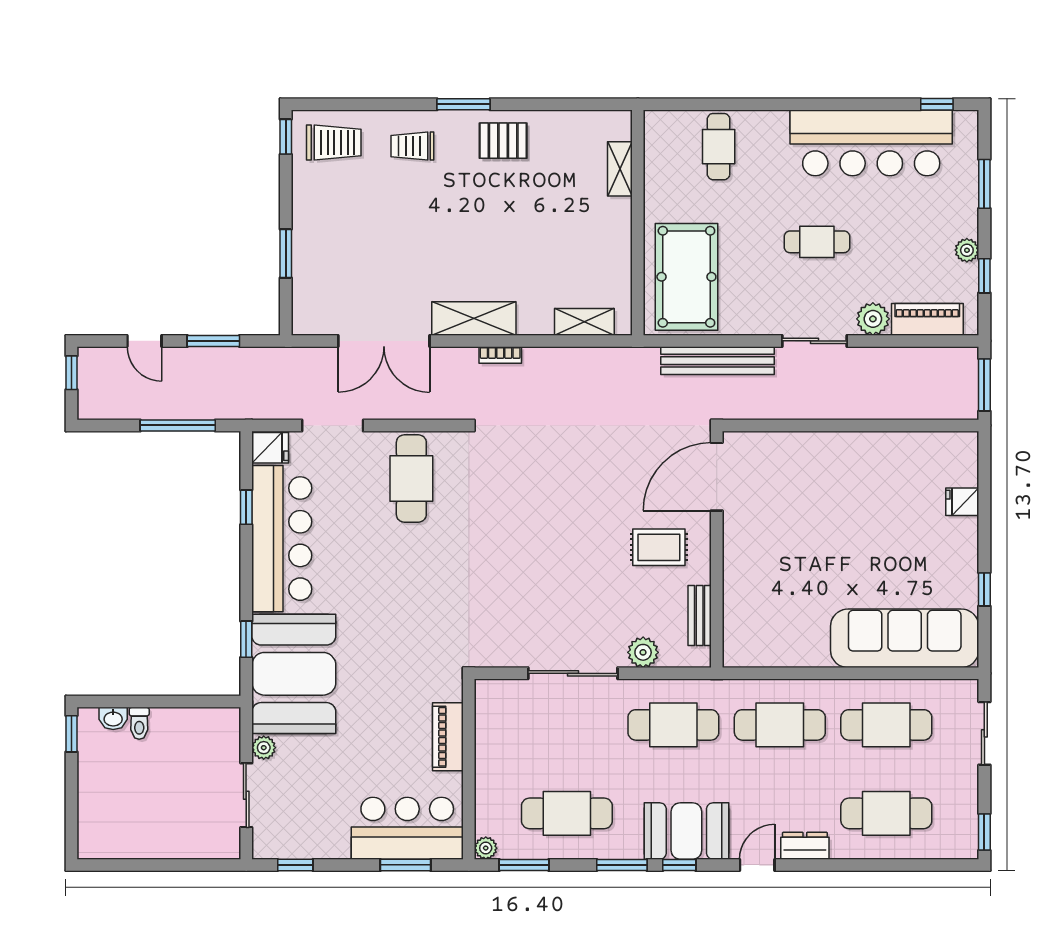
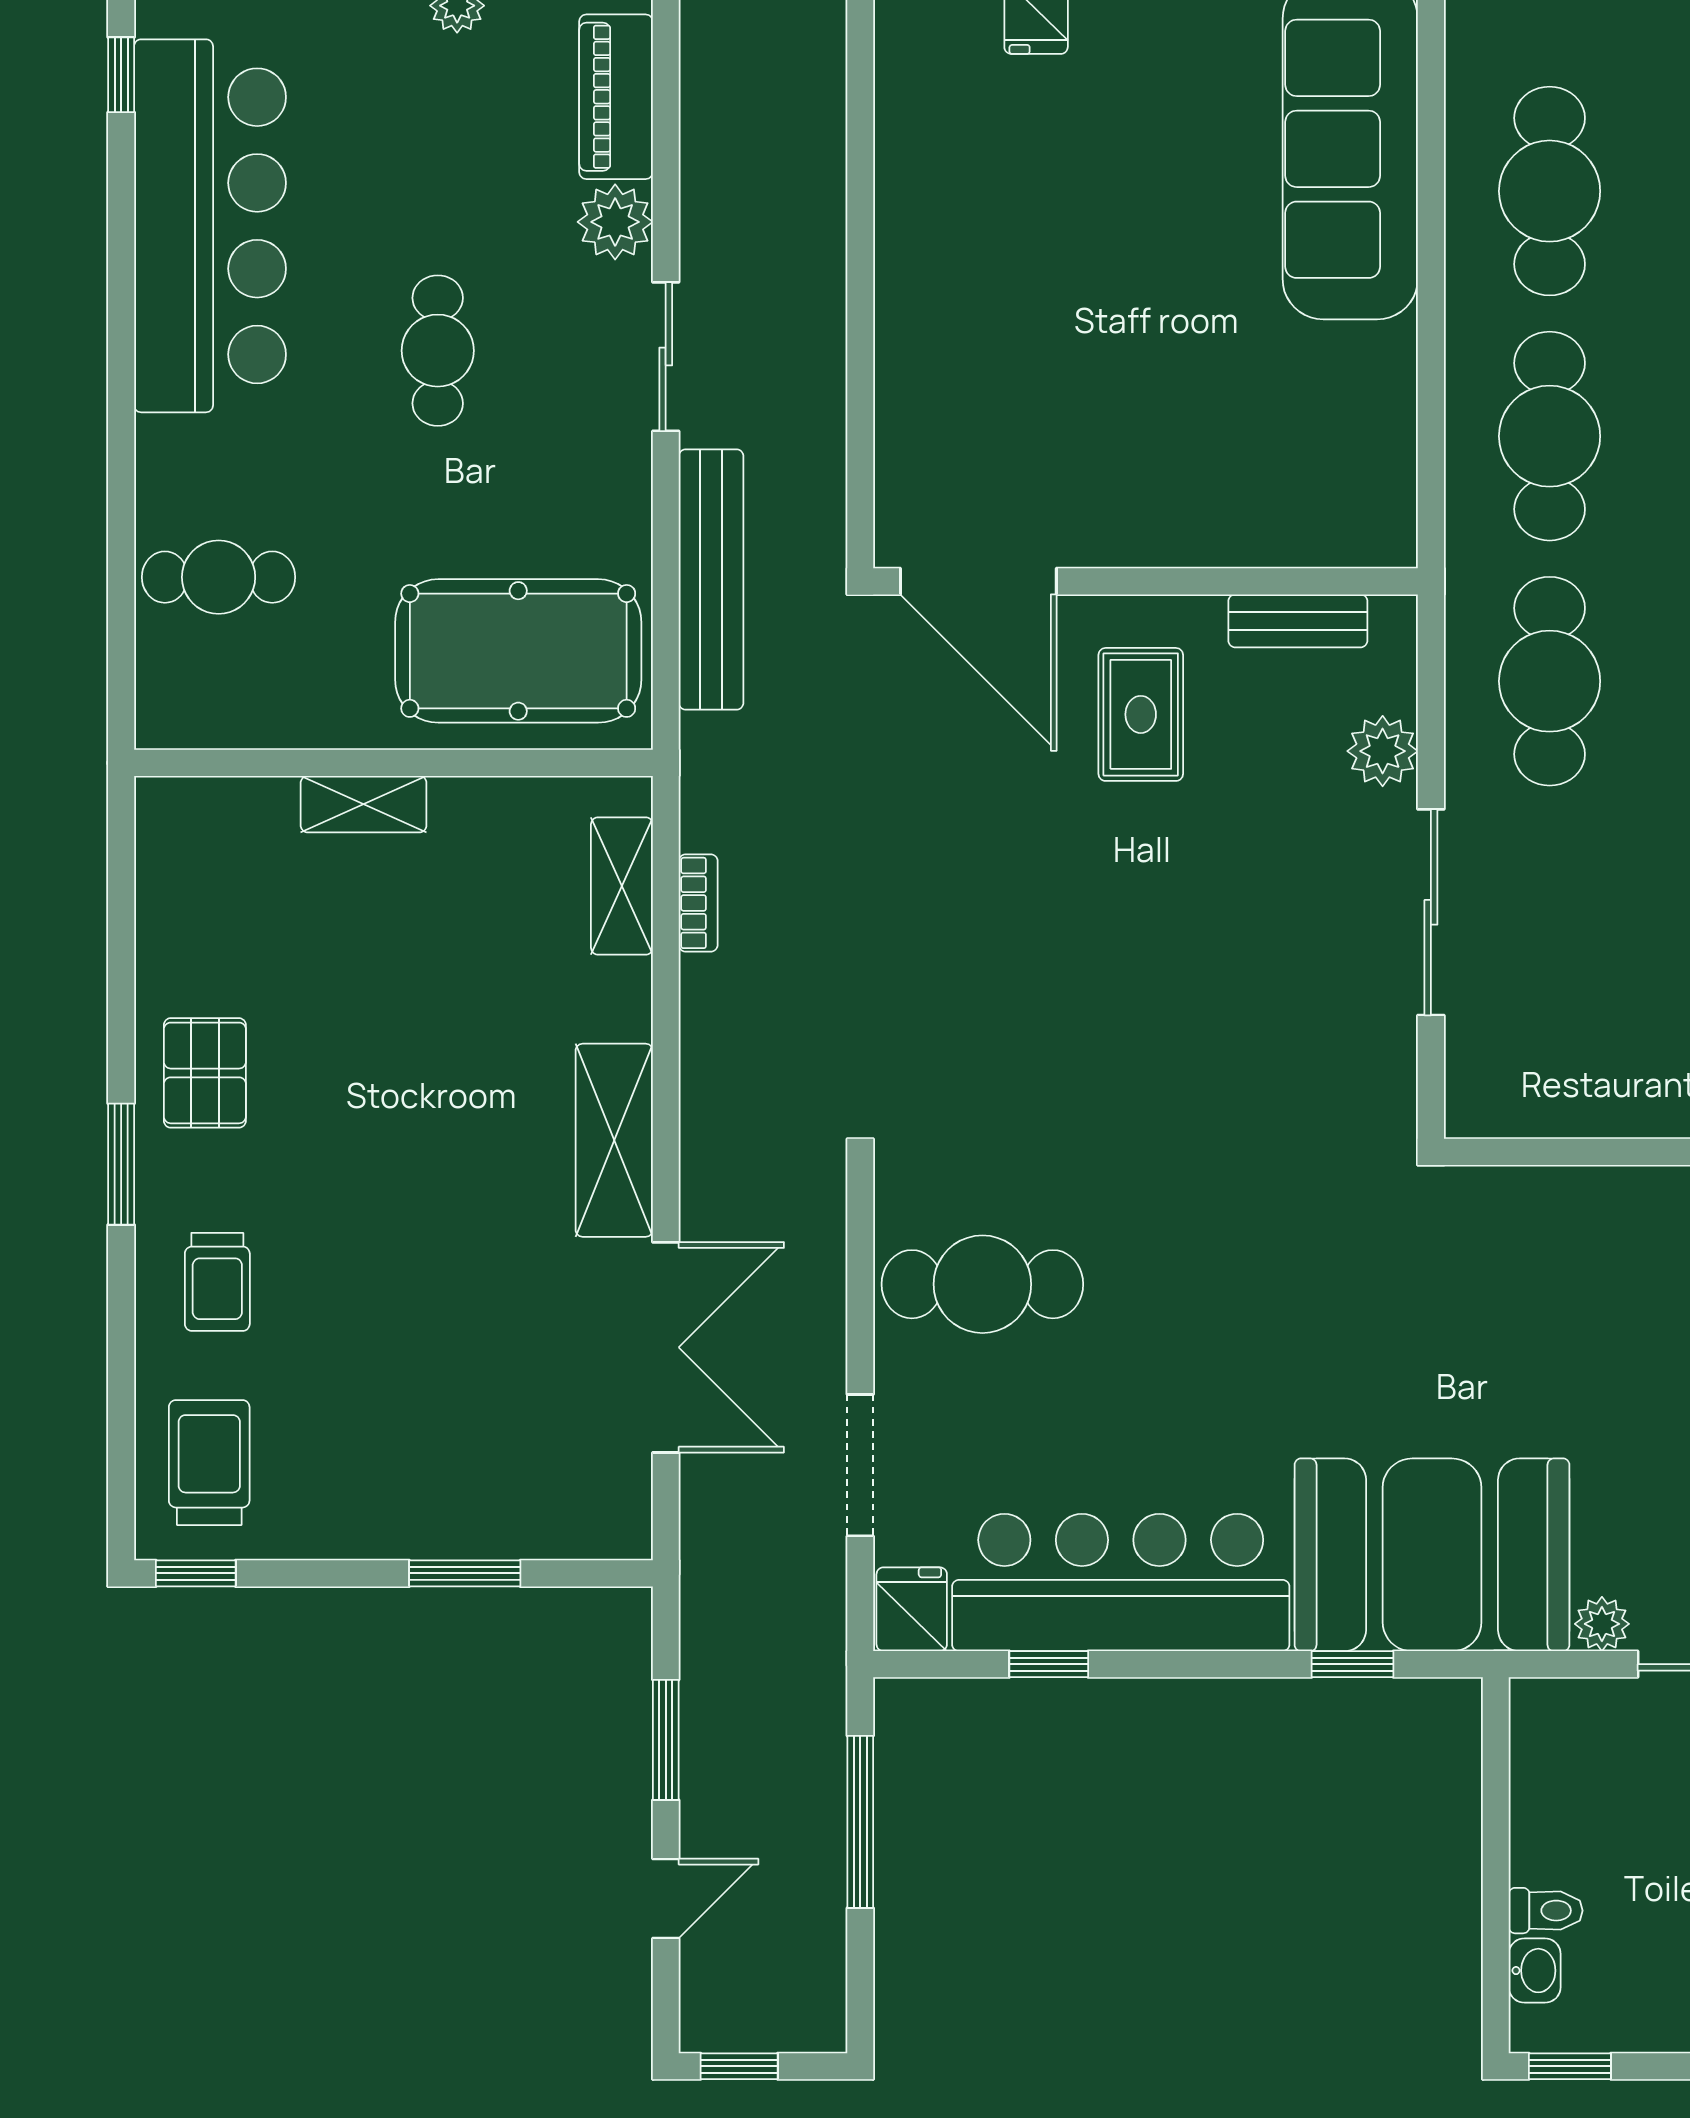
shelving: (620, 169) -> (364, 804), moved
bookcase: (500, 355) -> (698, 903), moved
piano: (448, 737) -> (1577, 1200), removed

